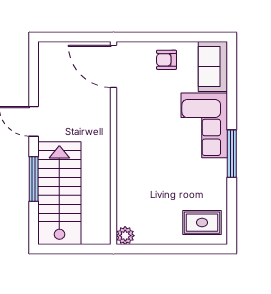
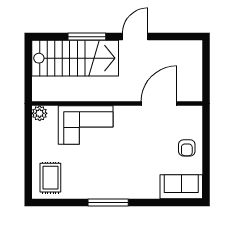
armchair: (167, 60) -> (187, 148), turned 180
door: (114, 66) -> (159, 104), moved
corner sofa: (204, 125) -> (86, 125), moved, turned 180

